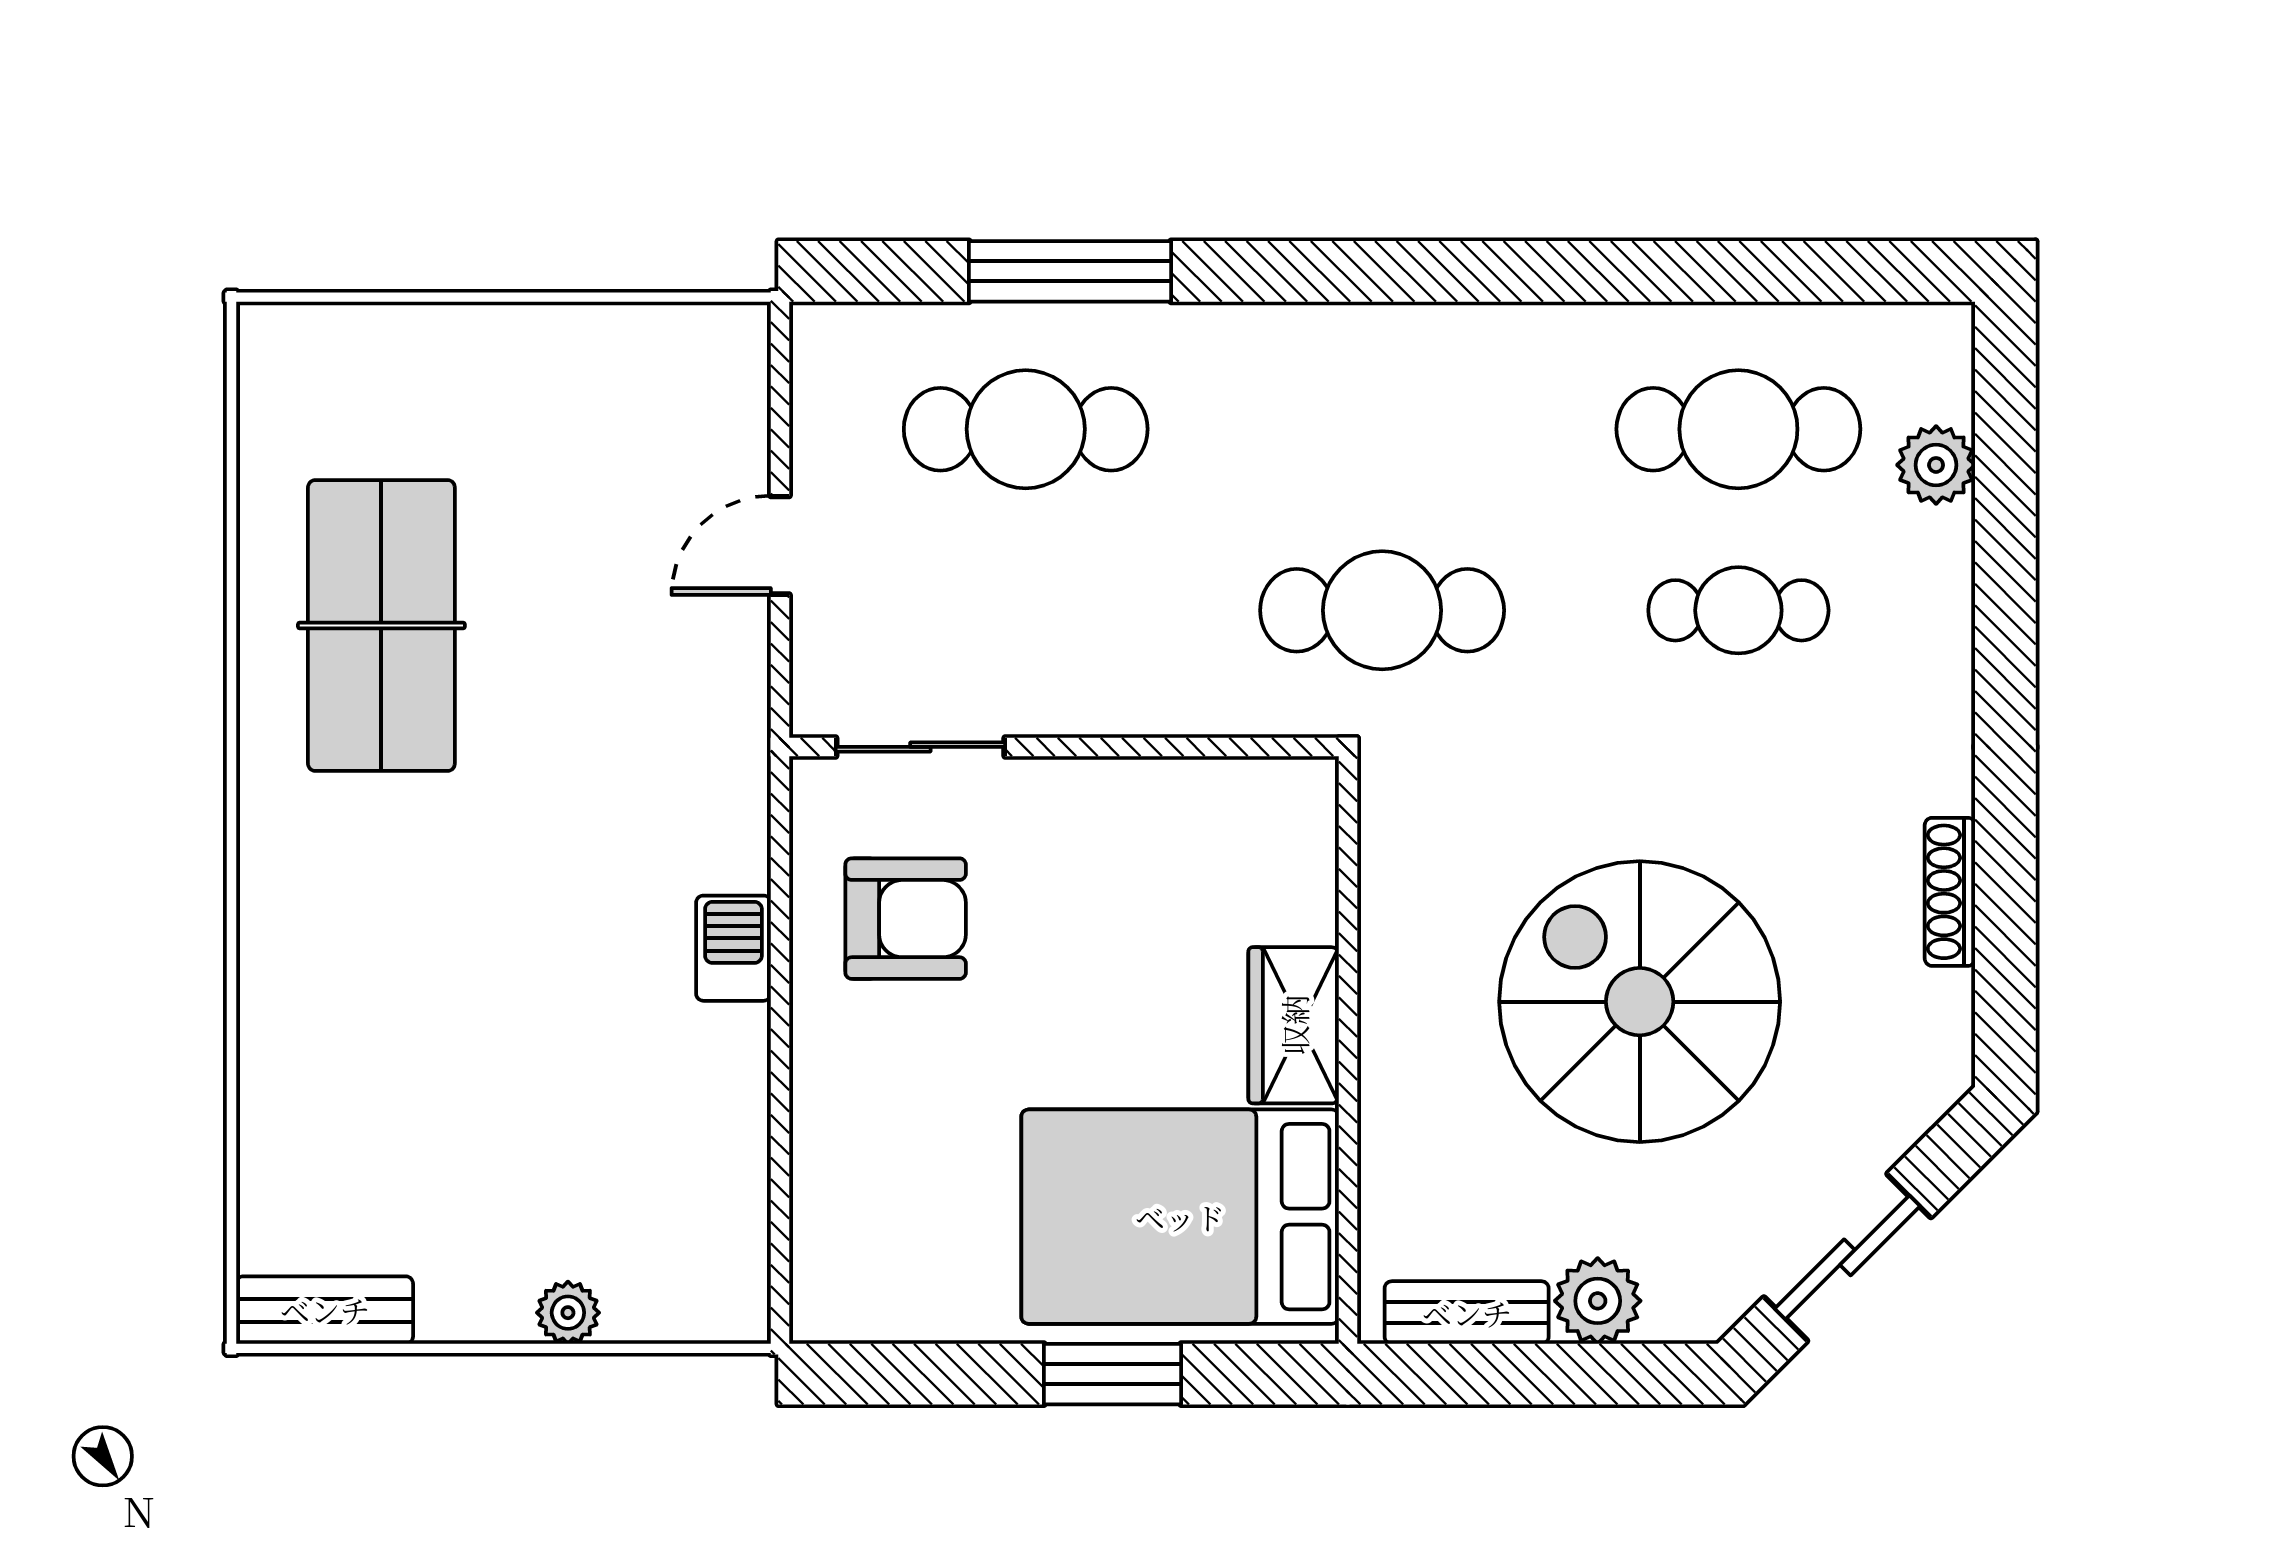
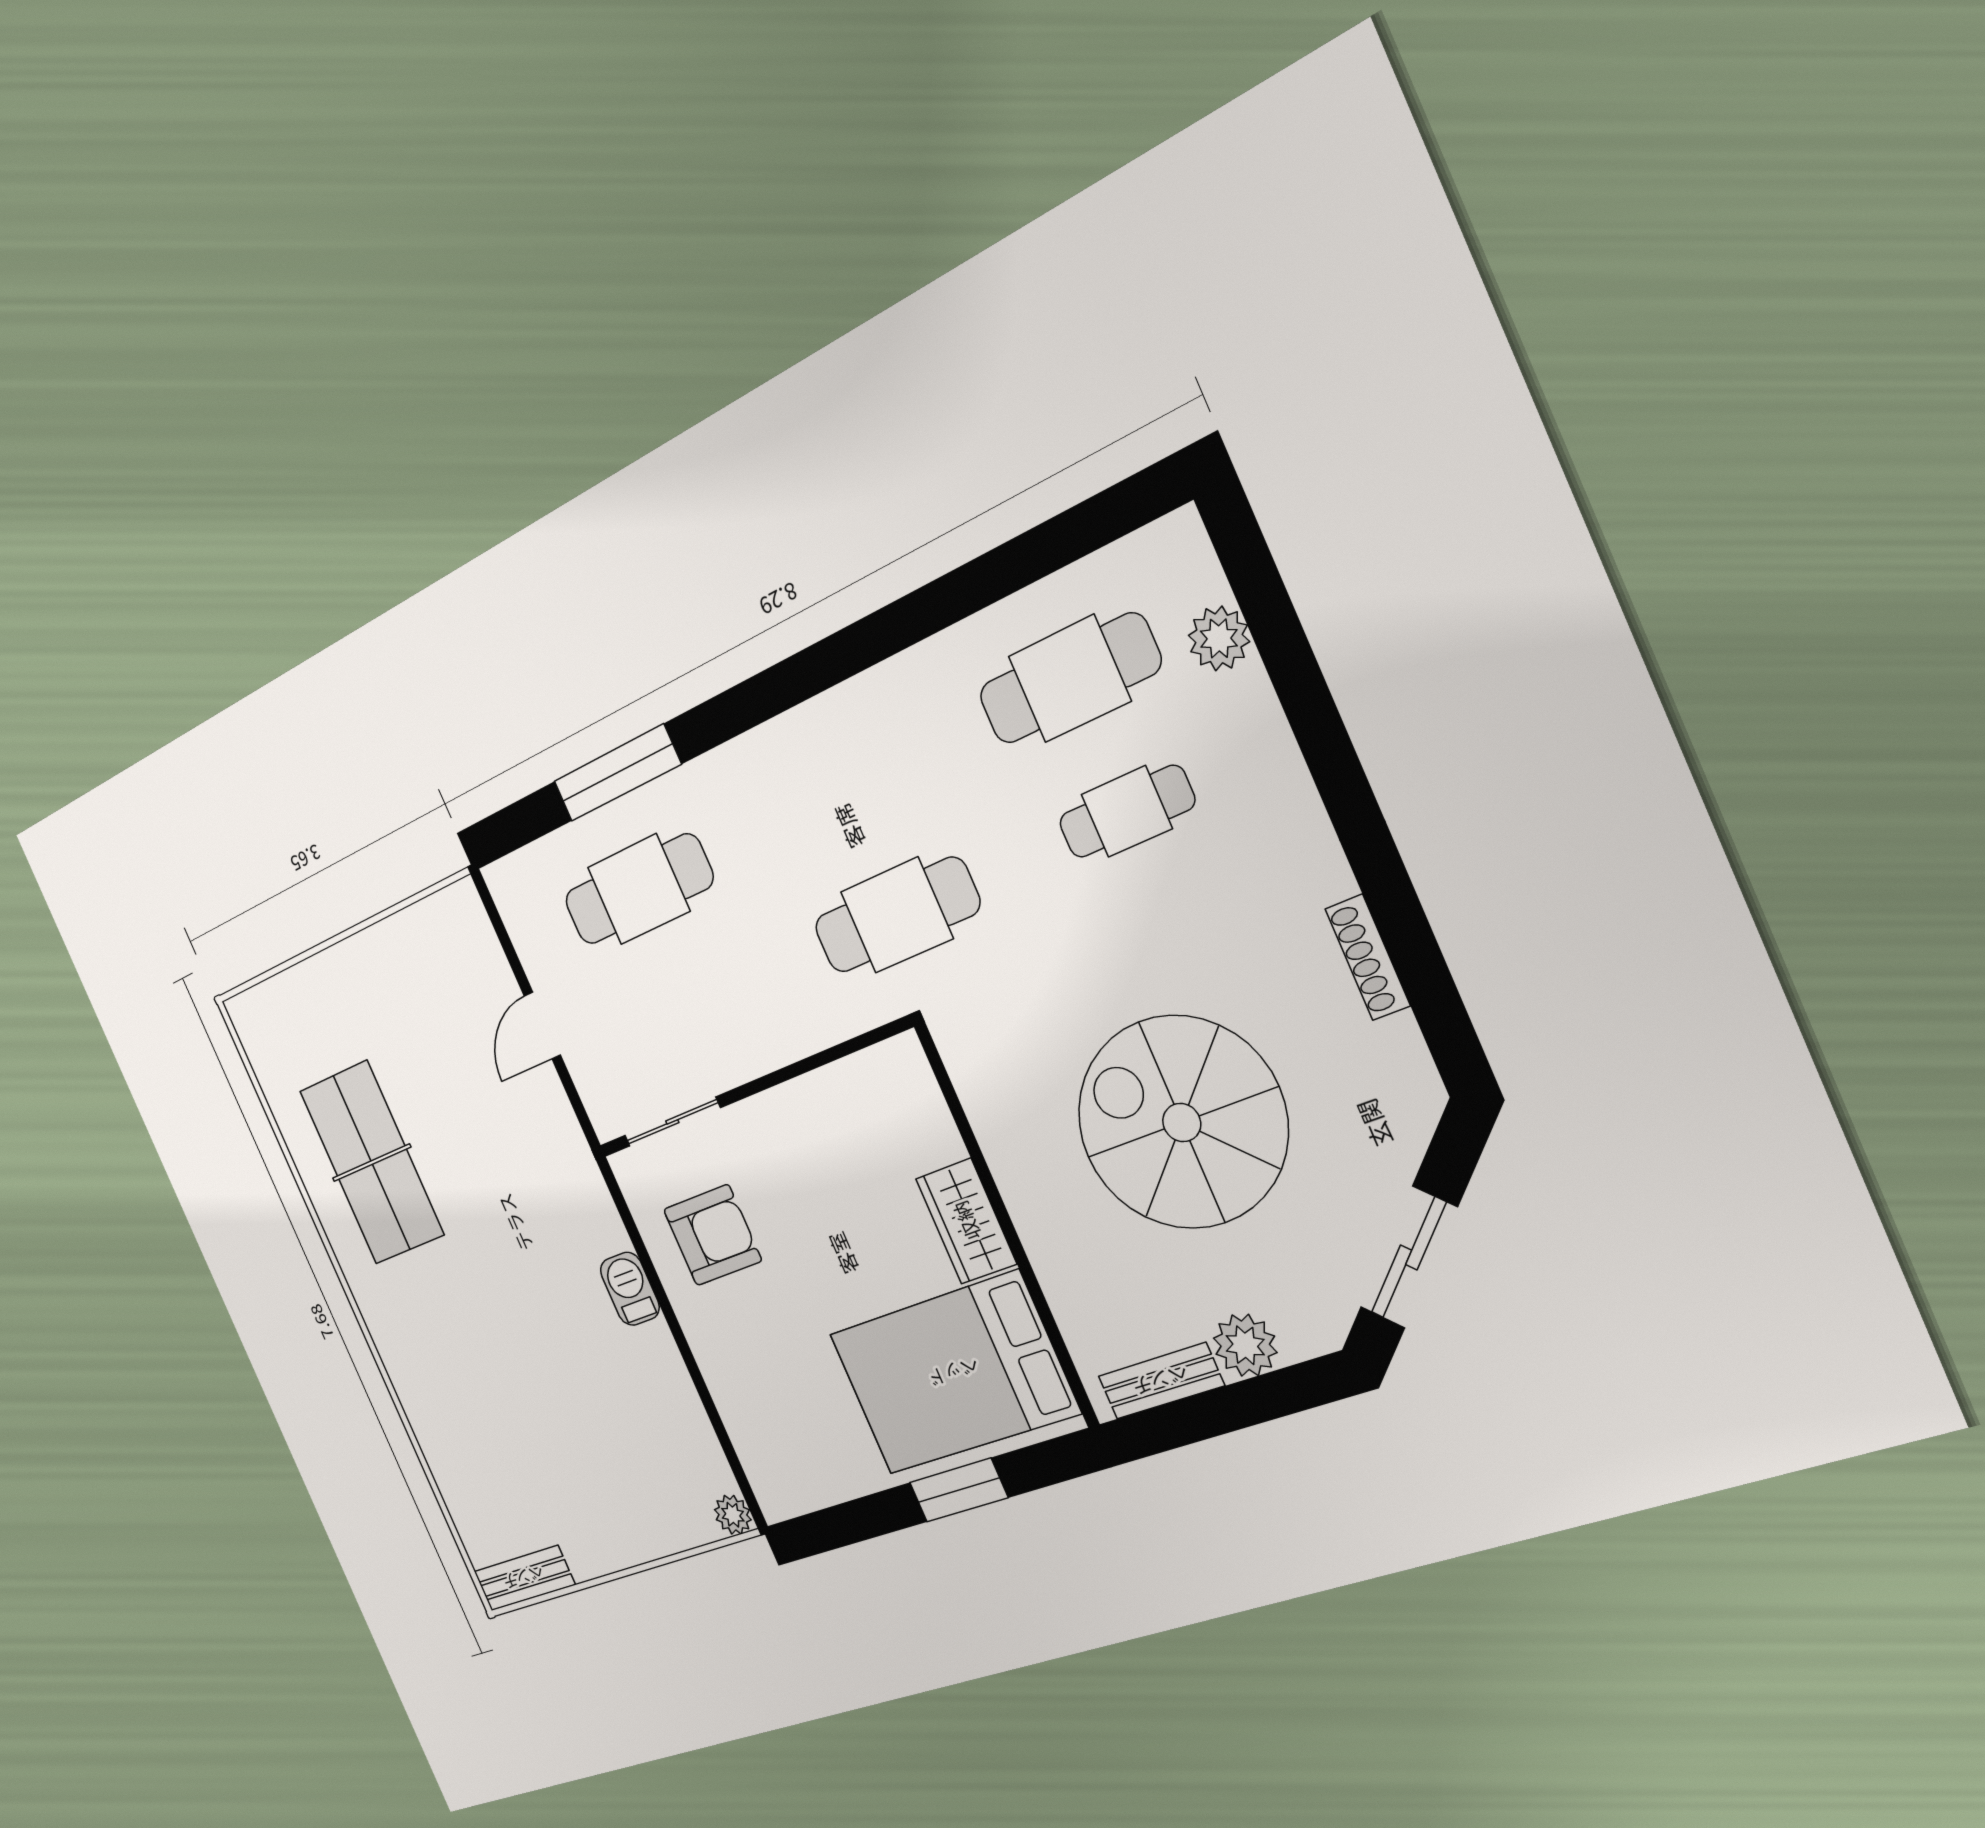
plant: (568, 1313) -> (733, 1515), moved

